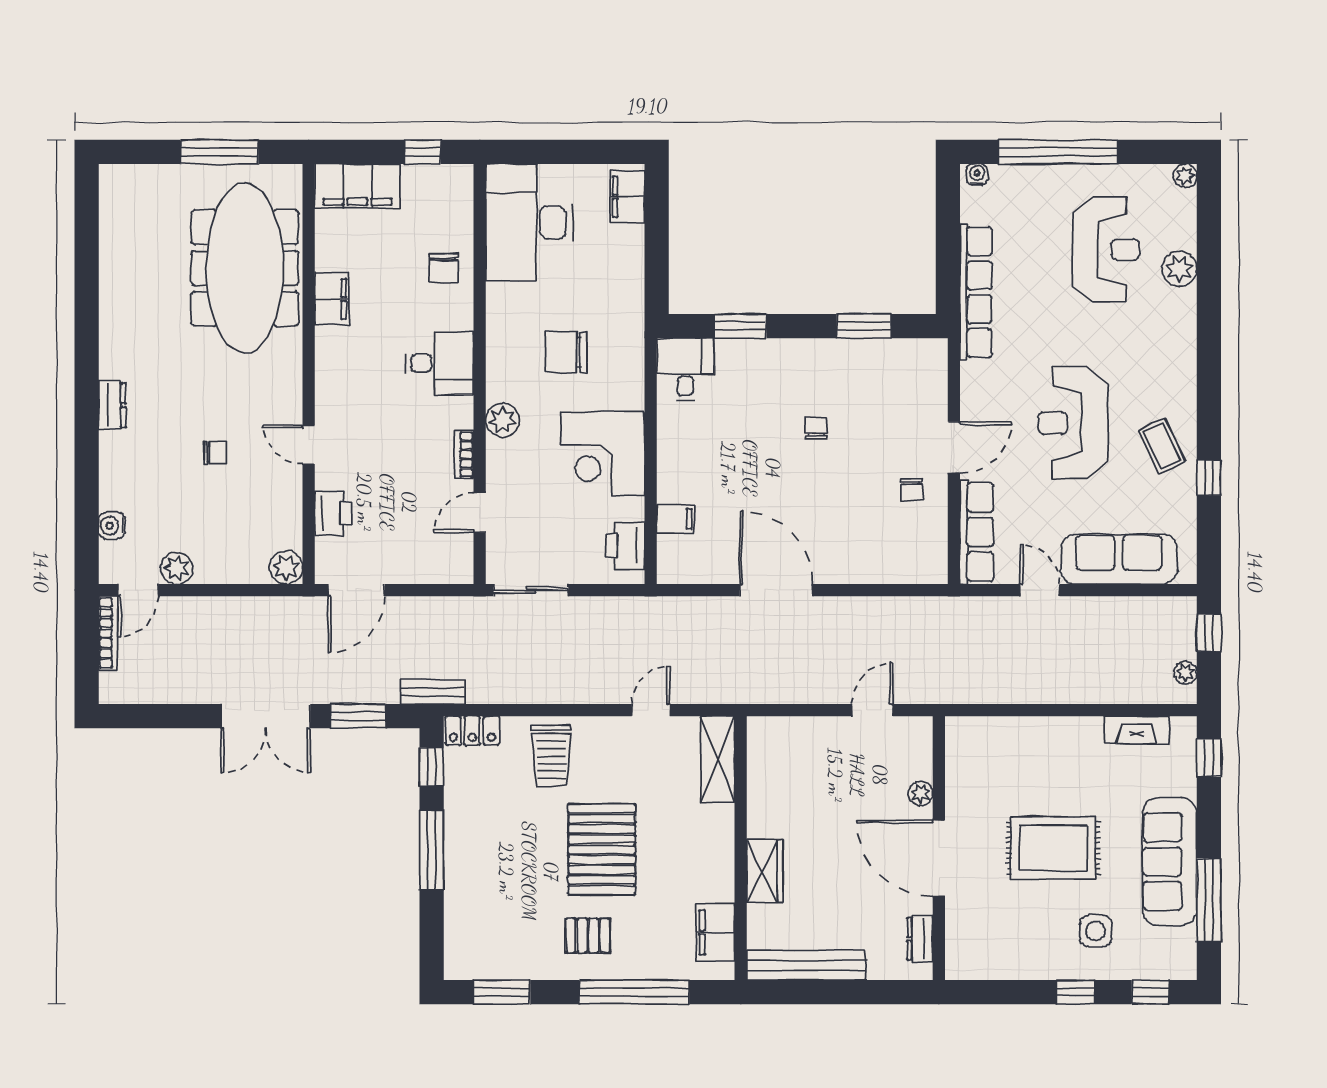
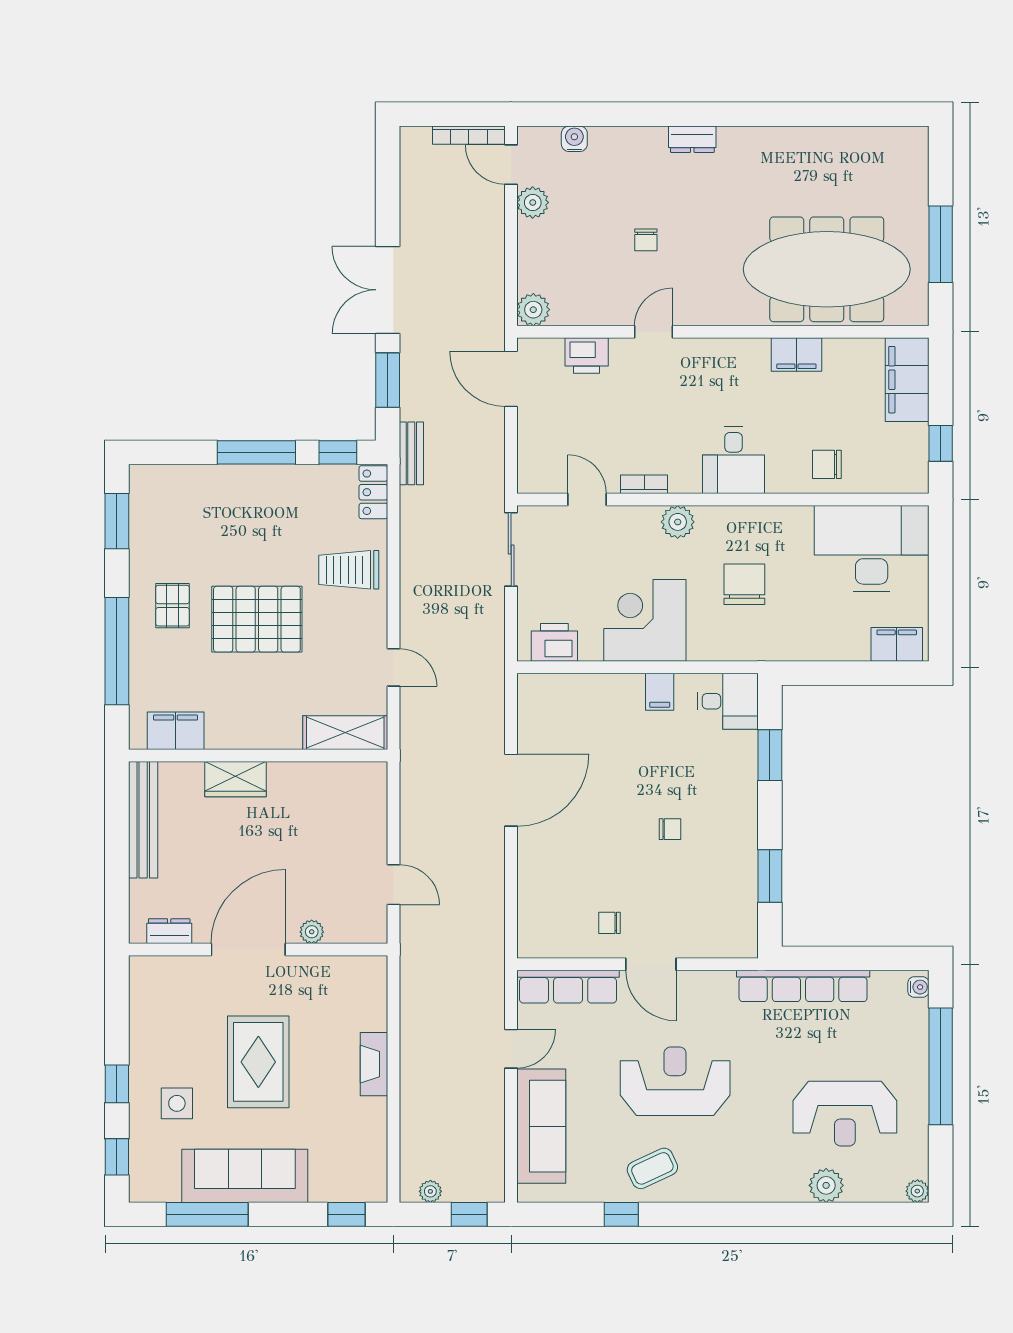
filing cabinet: (676, 519) -> (660, 692), moved
fireplace: (1137, 730) -> (374, 1064), moved

